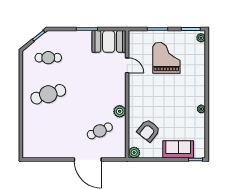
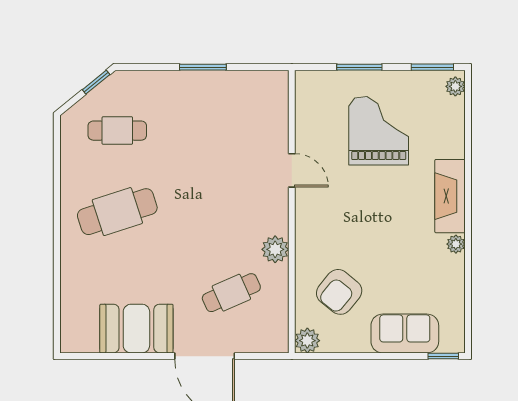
booth: (109, 41) -> (136, 329), moved
door: (127, 65) -> (292, 170), moved
fireplace: (199, 87) -> (450, 196), added

